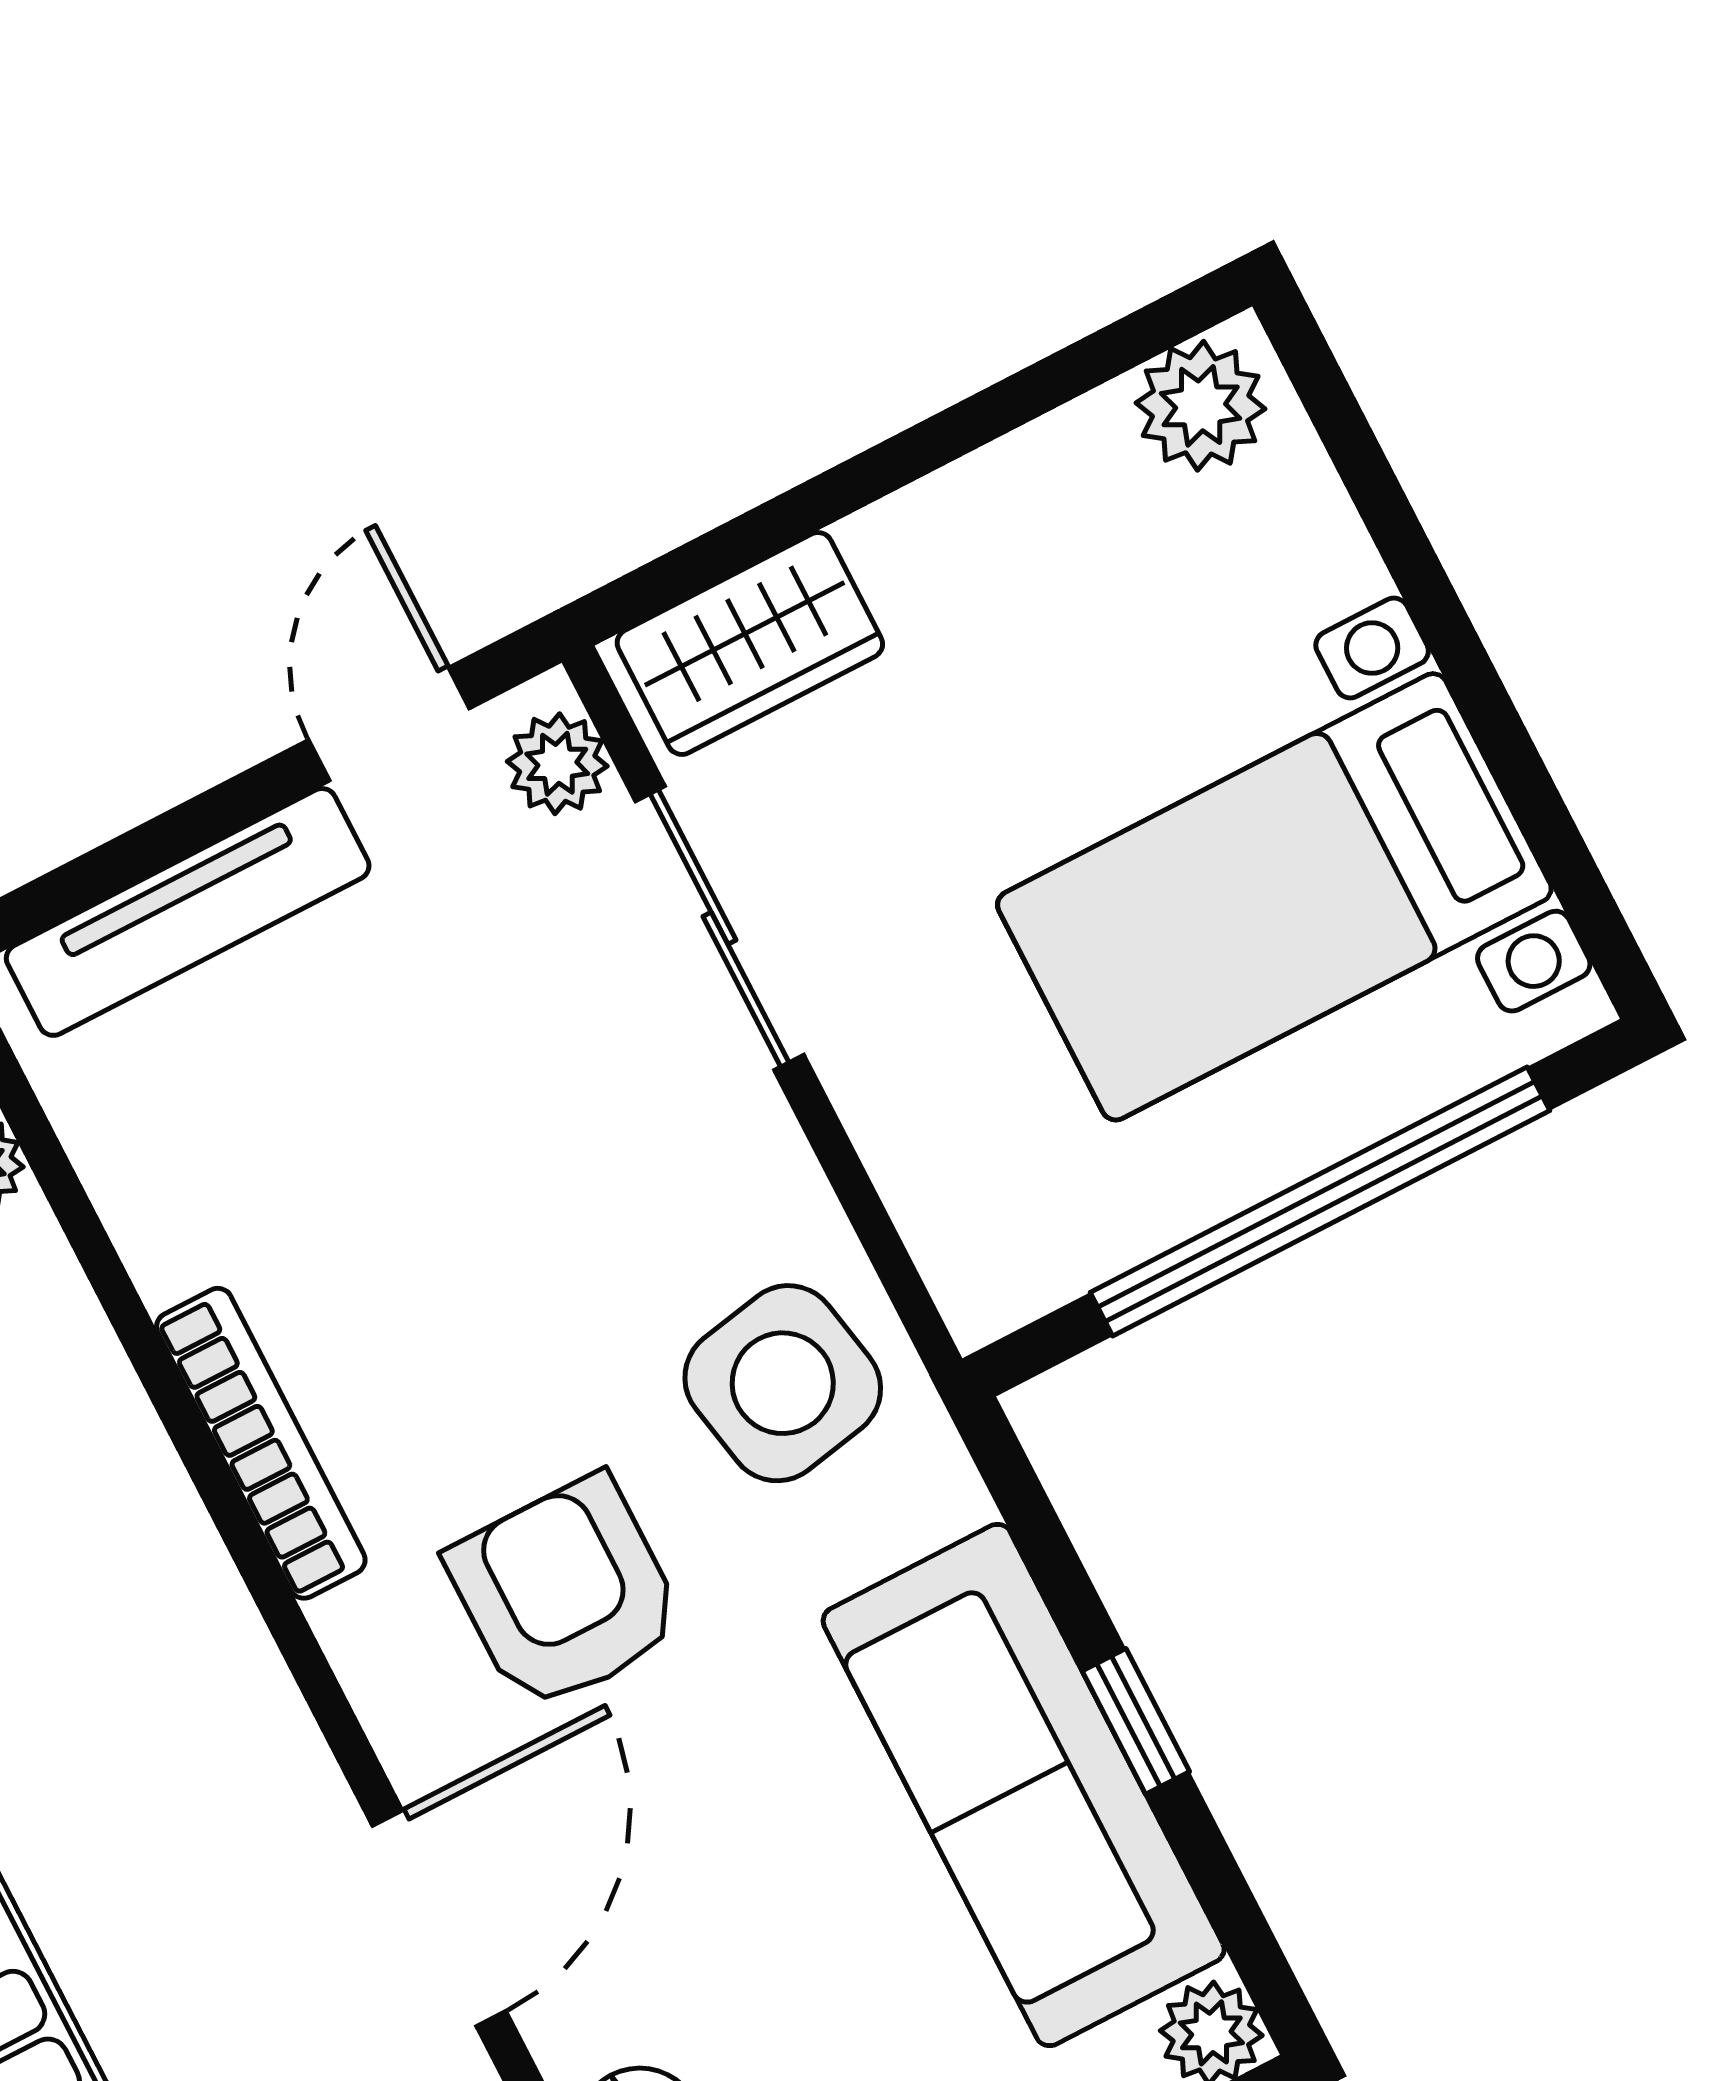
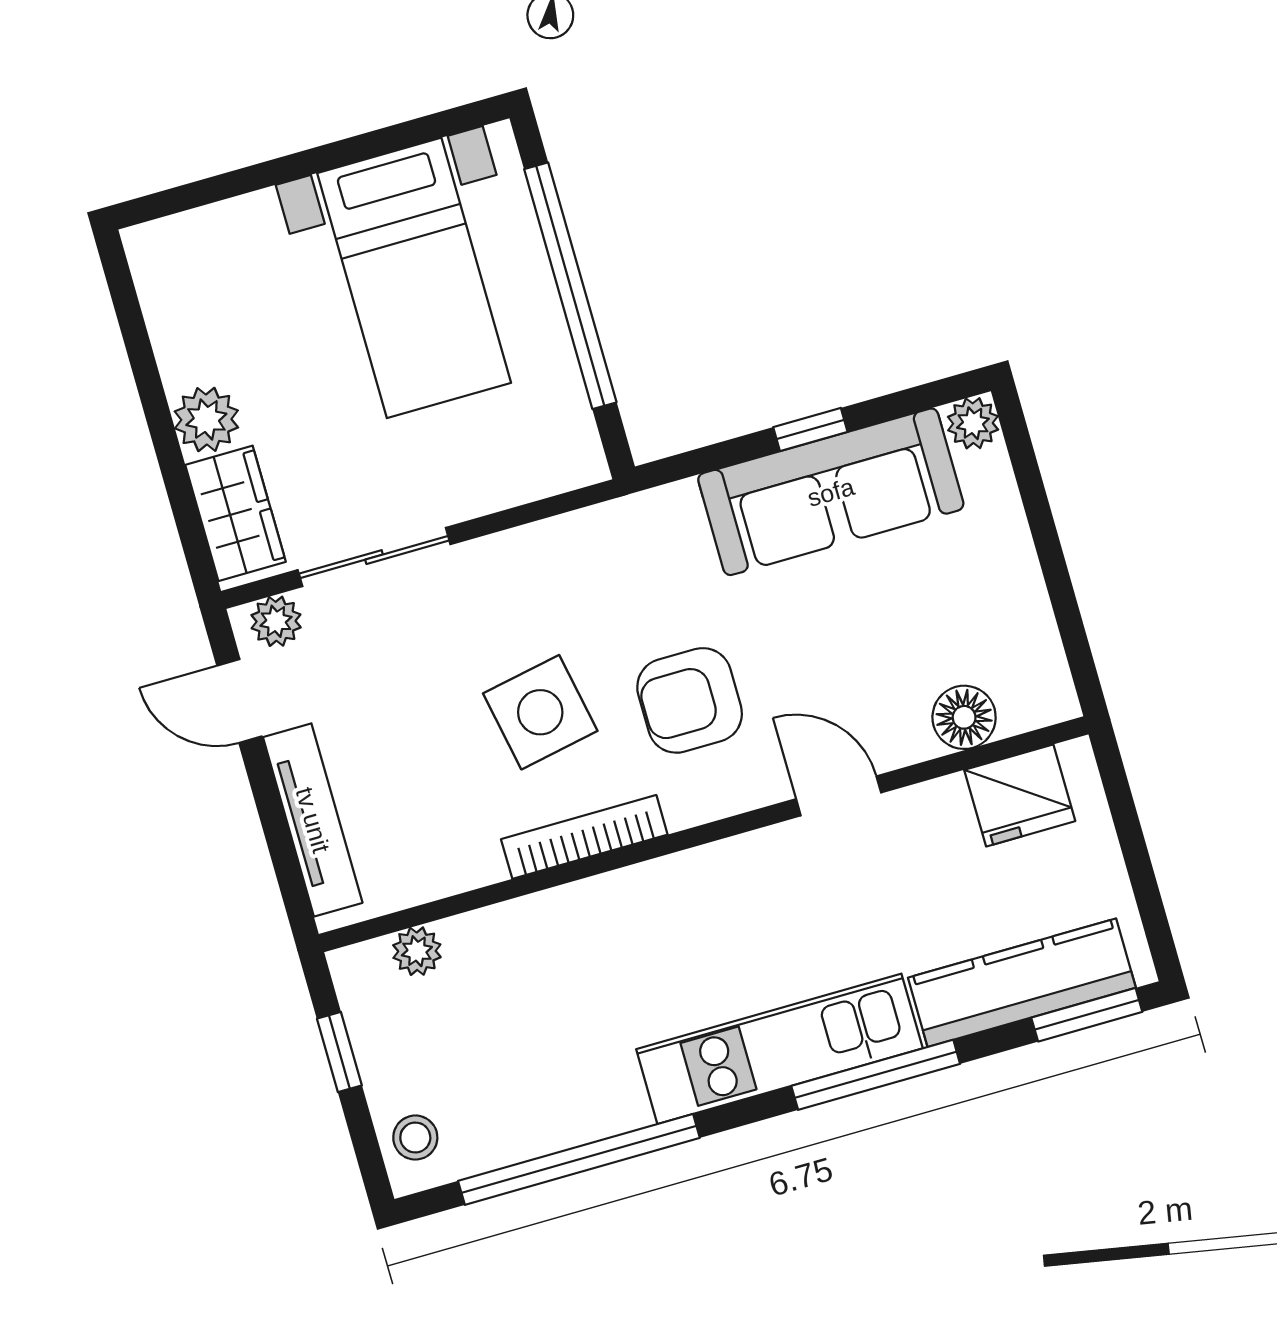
plant: (1201, 406) -> (206, 419), moved
side table: (783, 1383) -> (540, 712), moved
door: (439, 1918) -> (839, 796), width x0.73

